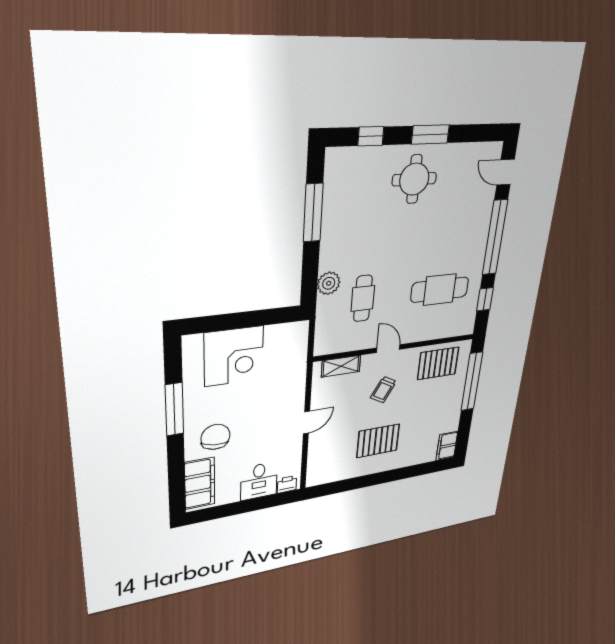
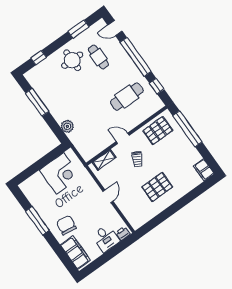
window: (430, 134) -> (78, 29), moved
cafe table: (363, 298) -> (98, 57), moved
corner desk: (234, 356) -> (60, 173), moved

